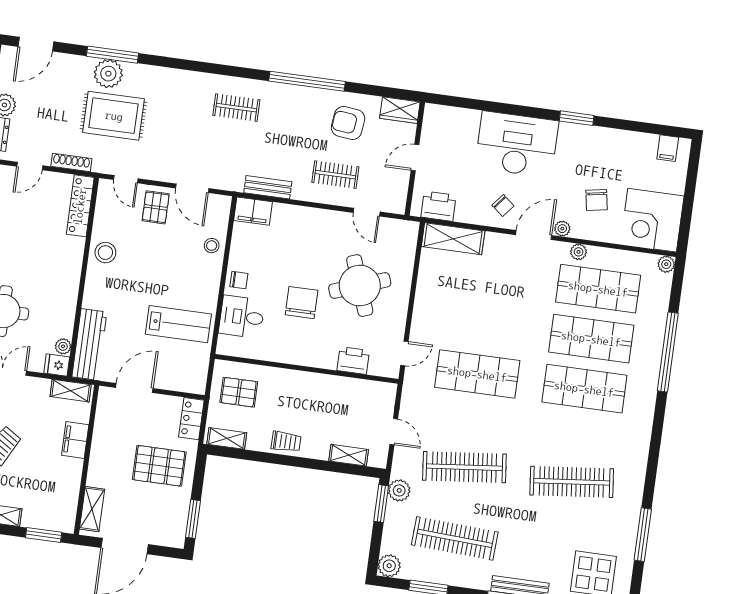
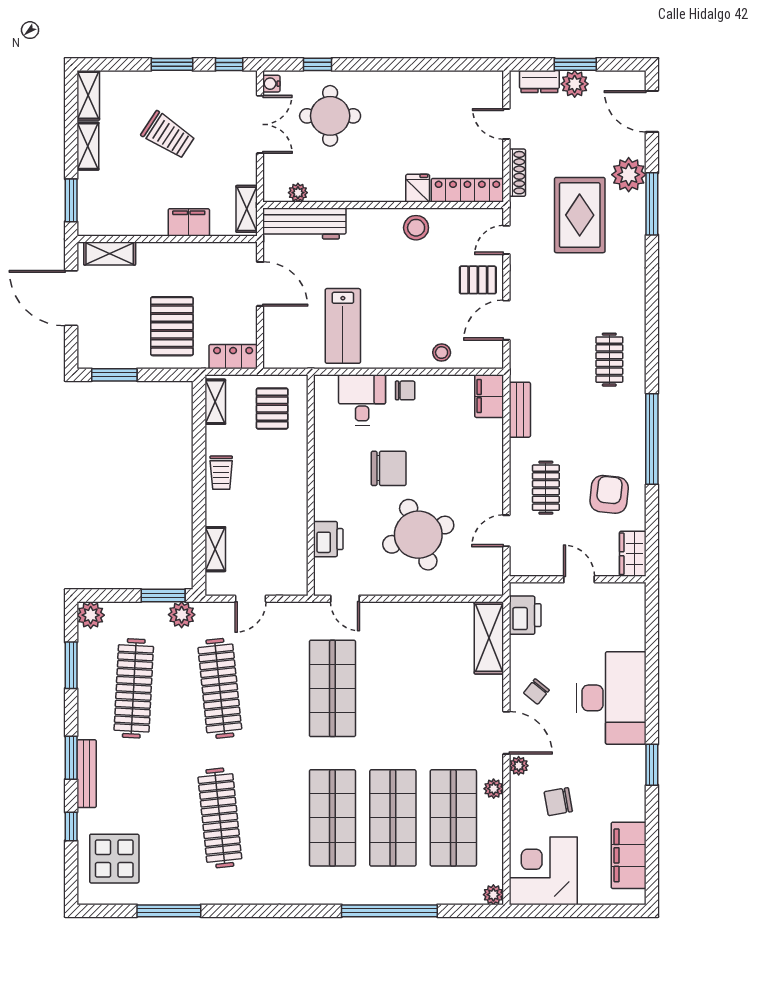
plant: (108, 74) -> (629, 175), moved
filing cabinet: (668, 148) -> (629, 855), width x3.00, depth x1.17
chair: (239, 280) -> (405, 390), turned -90
fridge: (57, 365) -> (418, 188), moved

